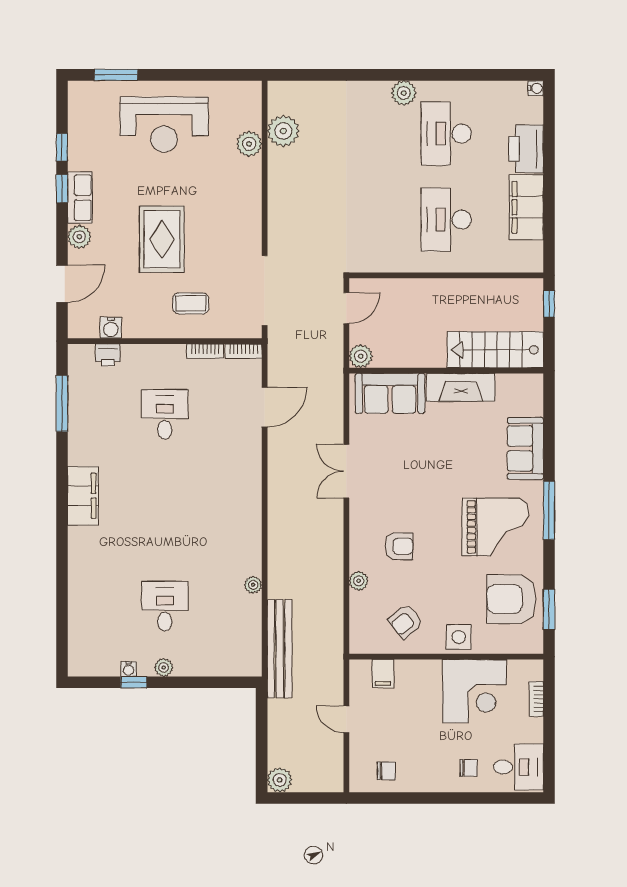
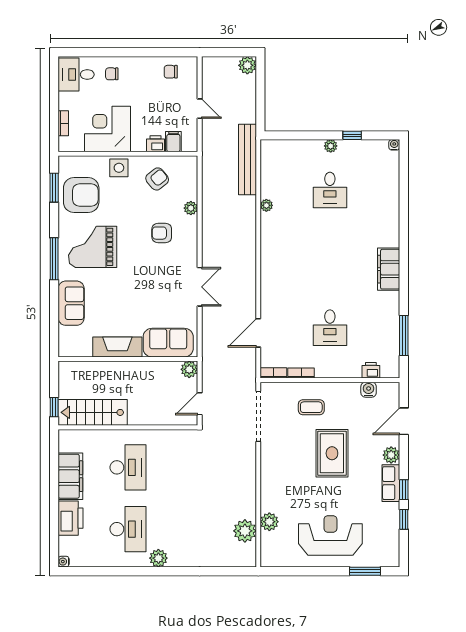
stairs: (495, 350) -> (93, 412), moved, turned 180
water cooler: (129, 669) -> (394, 145), moved
printer: (408, 671) -> (156, 144), added

